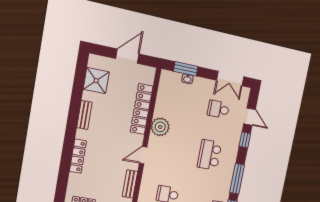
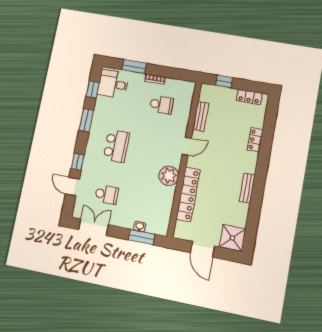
door: (127, 56) -> (203, 249), hinge flipped
shower: (96, 81) -> (232, 238), moved
locker: (78, 156) -> (255, 140), width x0.66
window: (237, 179) -> (86, 120), width x0.69

